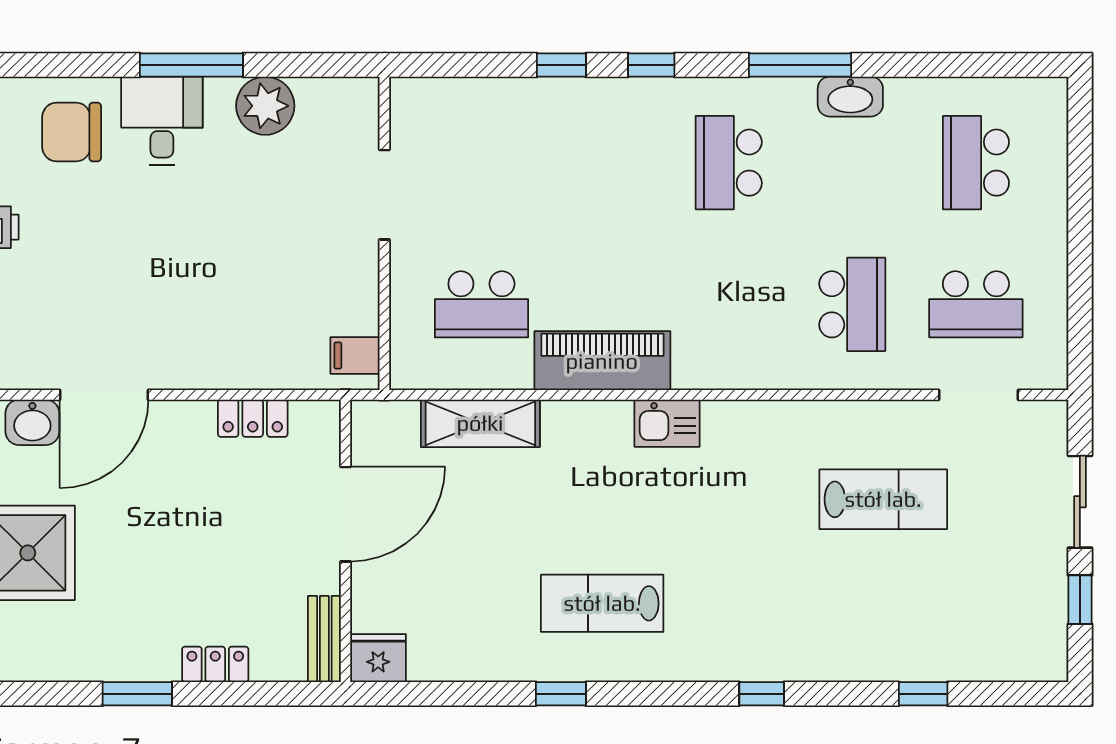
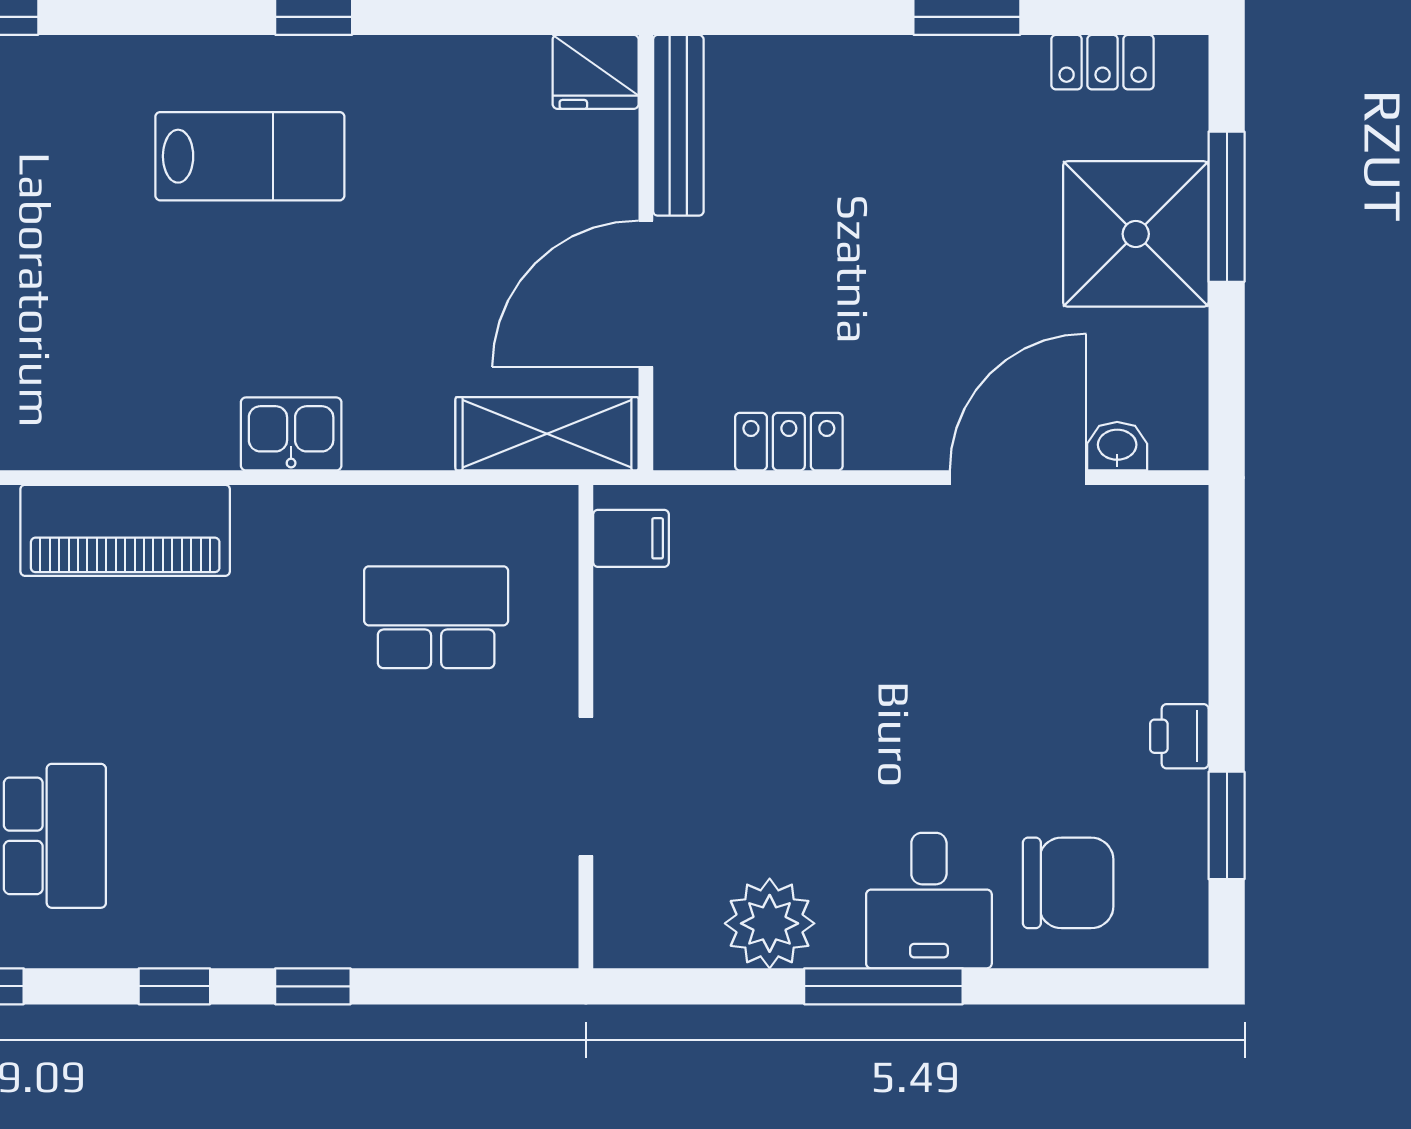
piano: (602, 361) -> (125, 530), moved
washbasin: (32, 422) -> (1117, 446), width x0.72, depth x0.69
shelving: (480, 423) -> (547, 434), moved
kitchen sink: (667, 423) -> (291, 434), moved
bench: (324, 639) -> (678, 125), width x1.36
locker: (215, 664) -> (1103, 62), moved

